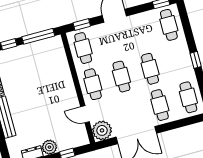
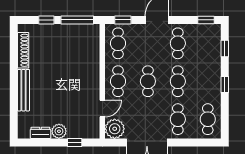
cafe table: (169, 25) -> (178, 43), moved
window: (186, 26) -> (225, 49), added
door: (85, 114) -> (102, 109), swing flipped

